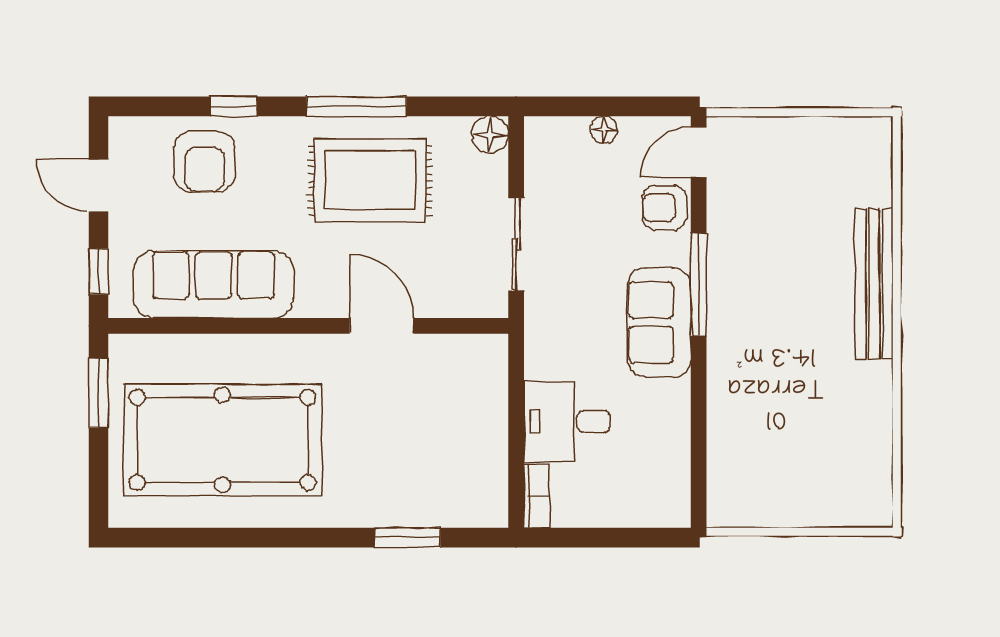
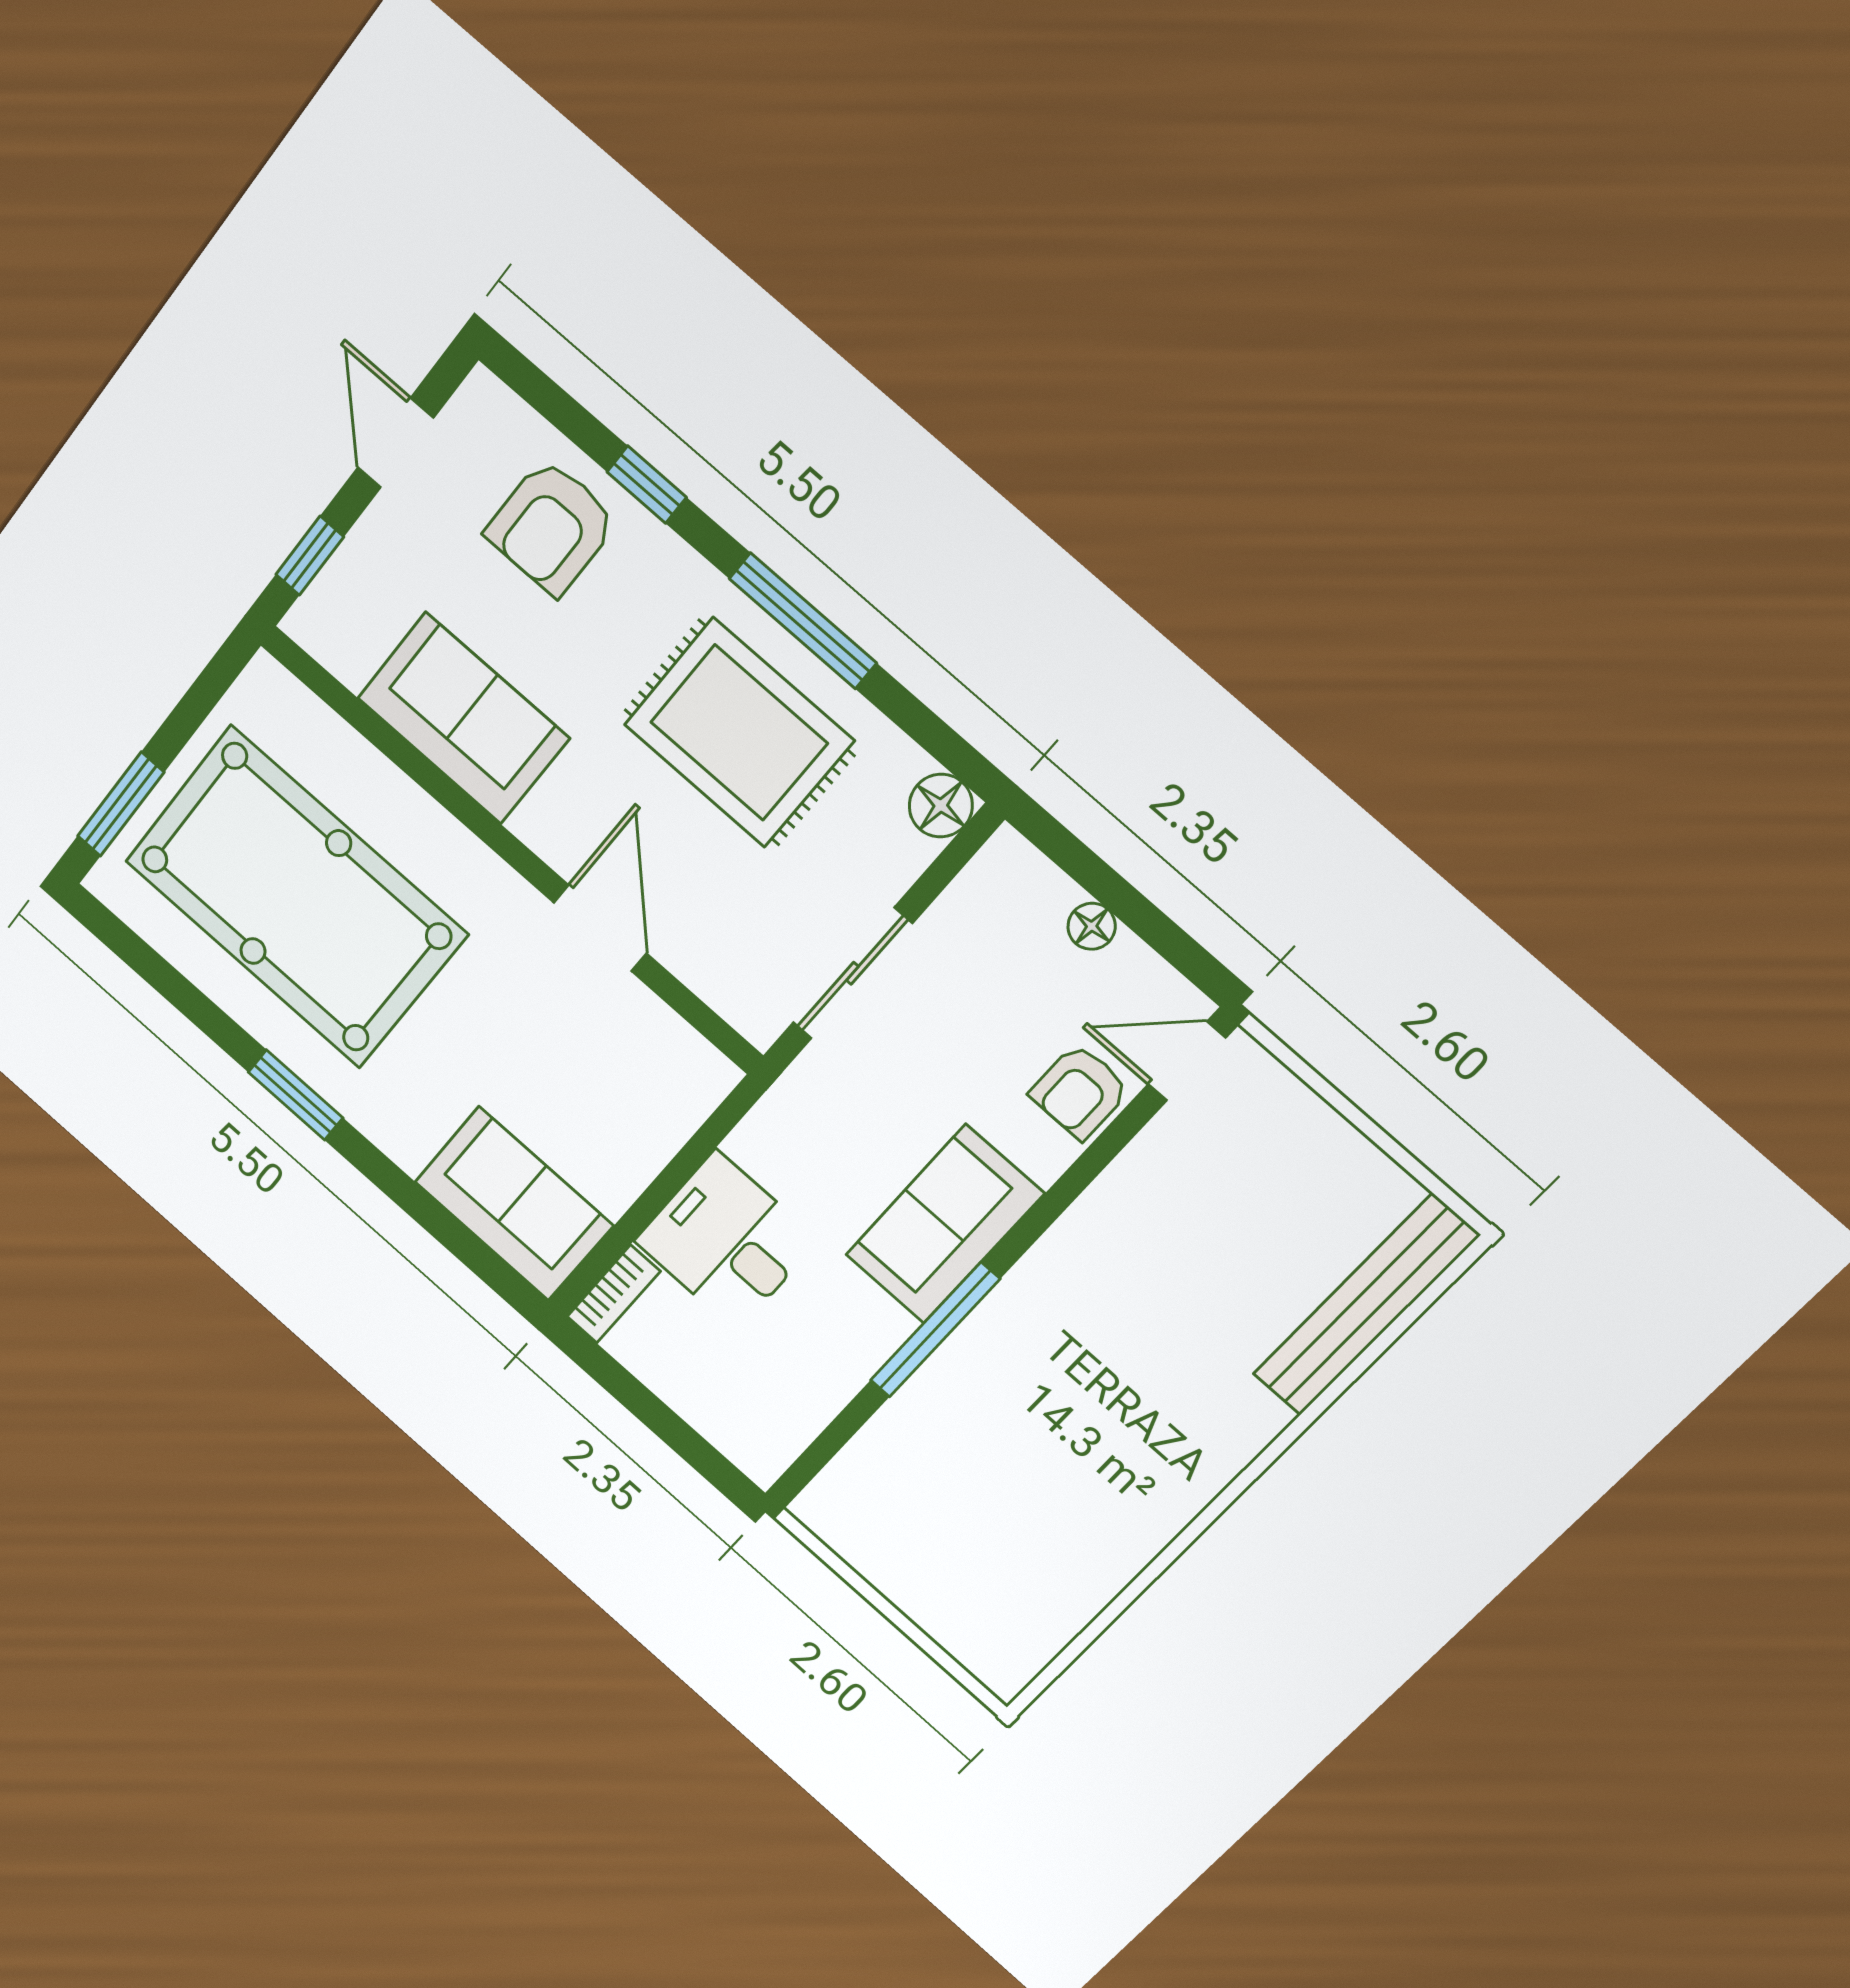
armchair: (665, 208) -> (1080, 1092), turned -90
sofa: (214, 284) -> (463, 718), width x0.73
window: (699, 284) -> (935, 1330), moved
bench: (874, 284) -> (1366, 1305), moved
window: (98, 393) -> (121, 804), moved
sofa: (452, 495) -> (514, 1204), added
window: (407, 538) -> (296, 1095), moved

